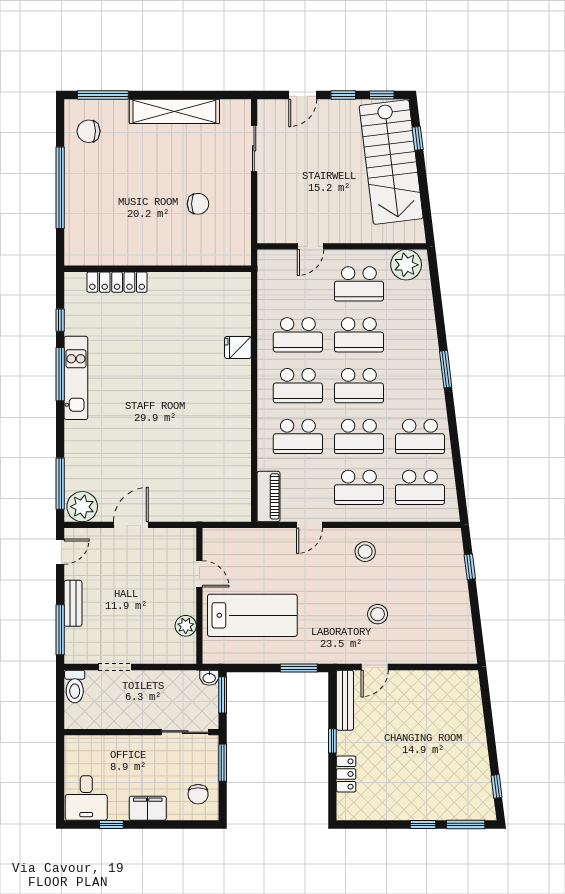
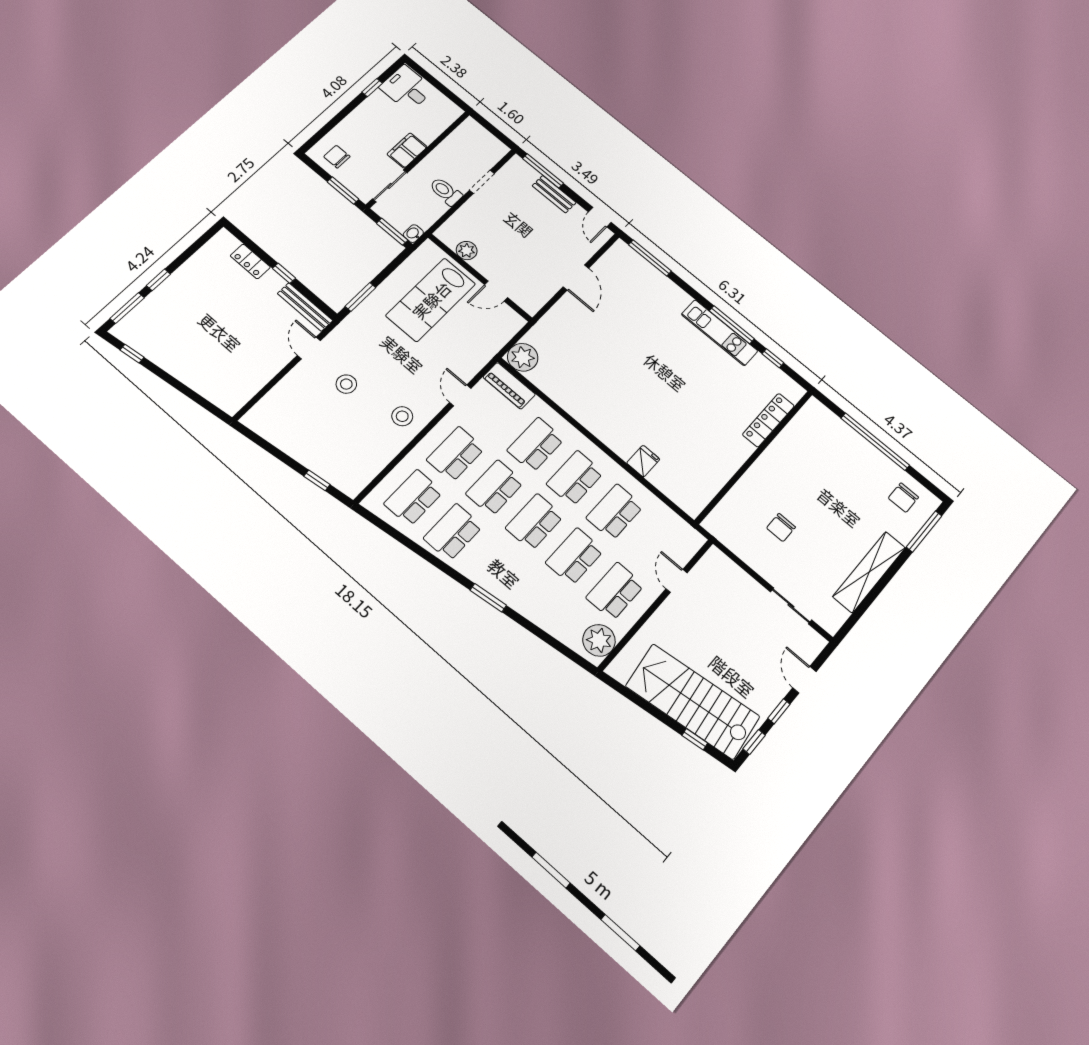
chair: (89, 131) -> (903, 498), turned 180
plant: (82, 507) -> (523, 357), moved
toilet: (75, 687) -> (446, 191), moved
filing cabinet: (148, 808) -> (407, 151), moved, turned 180

